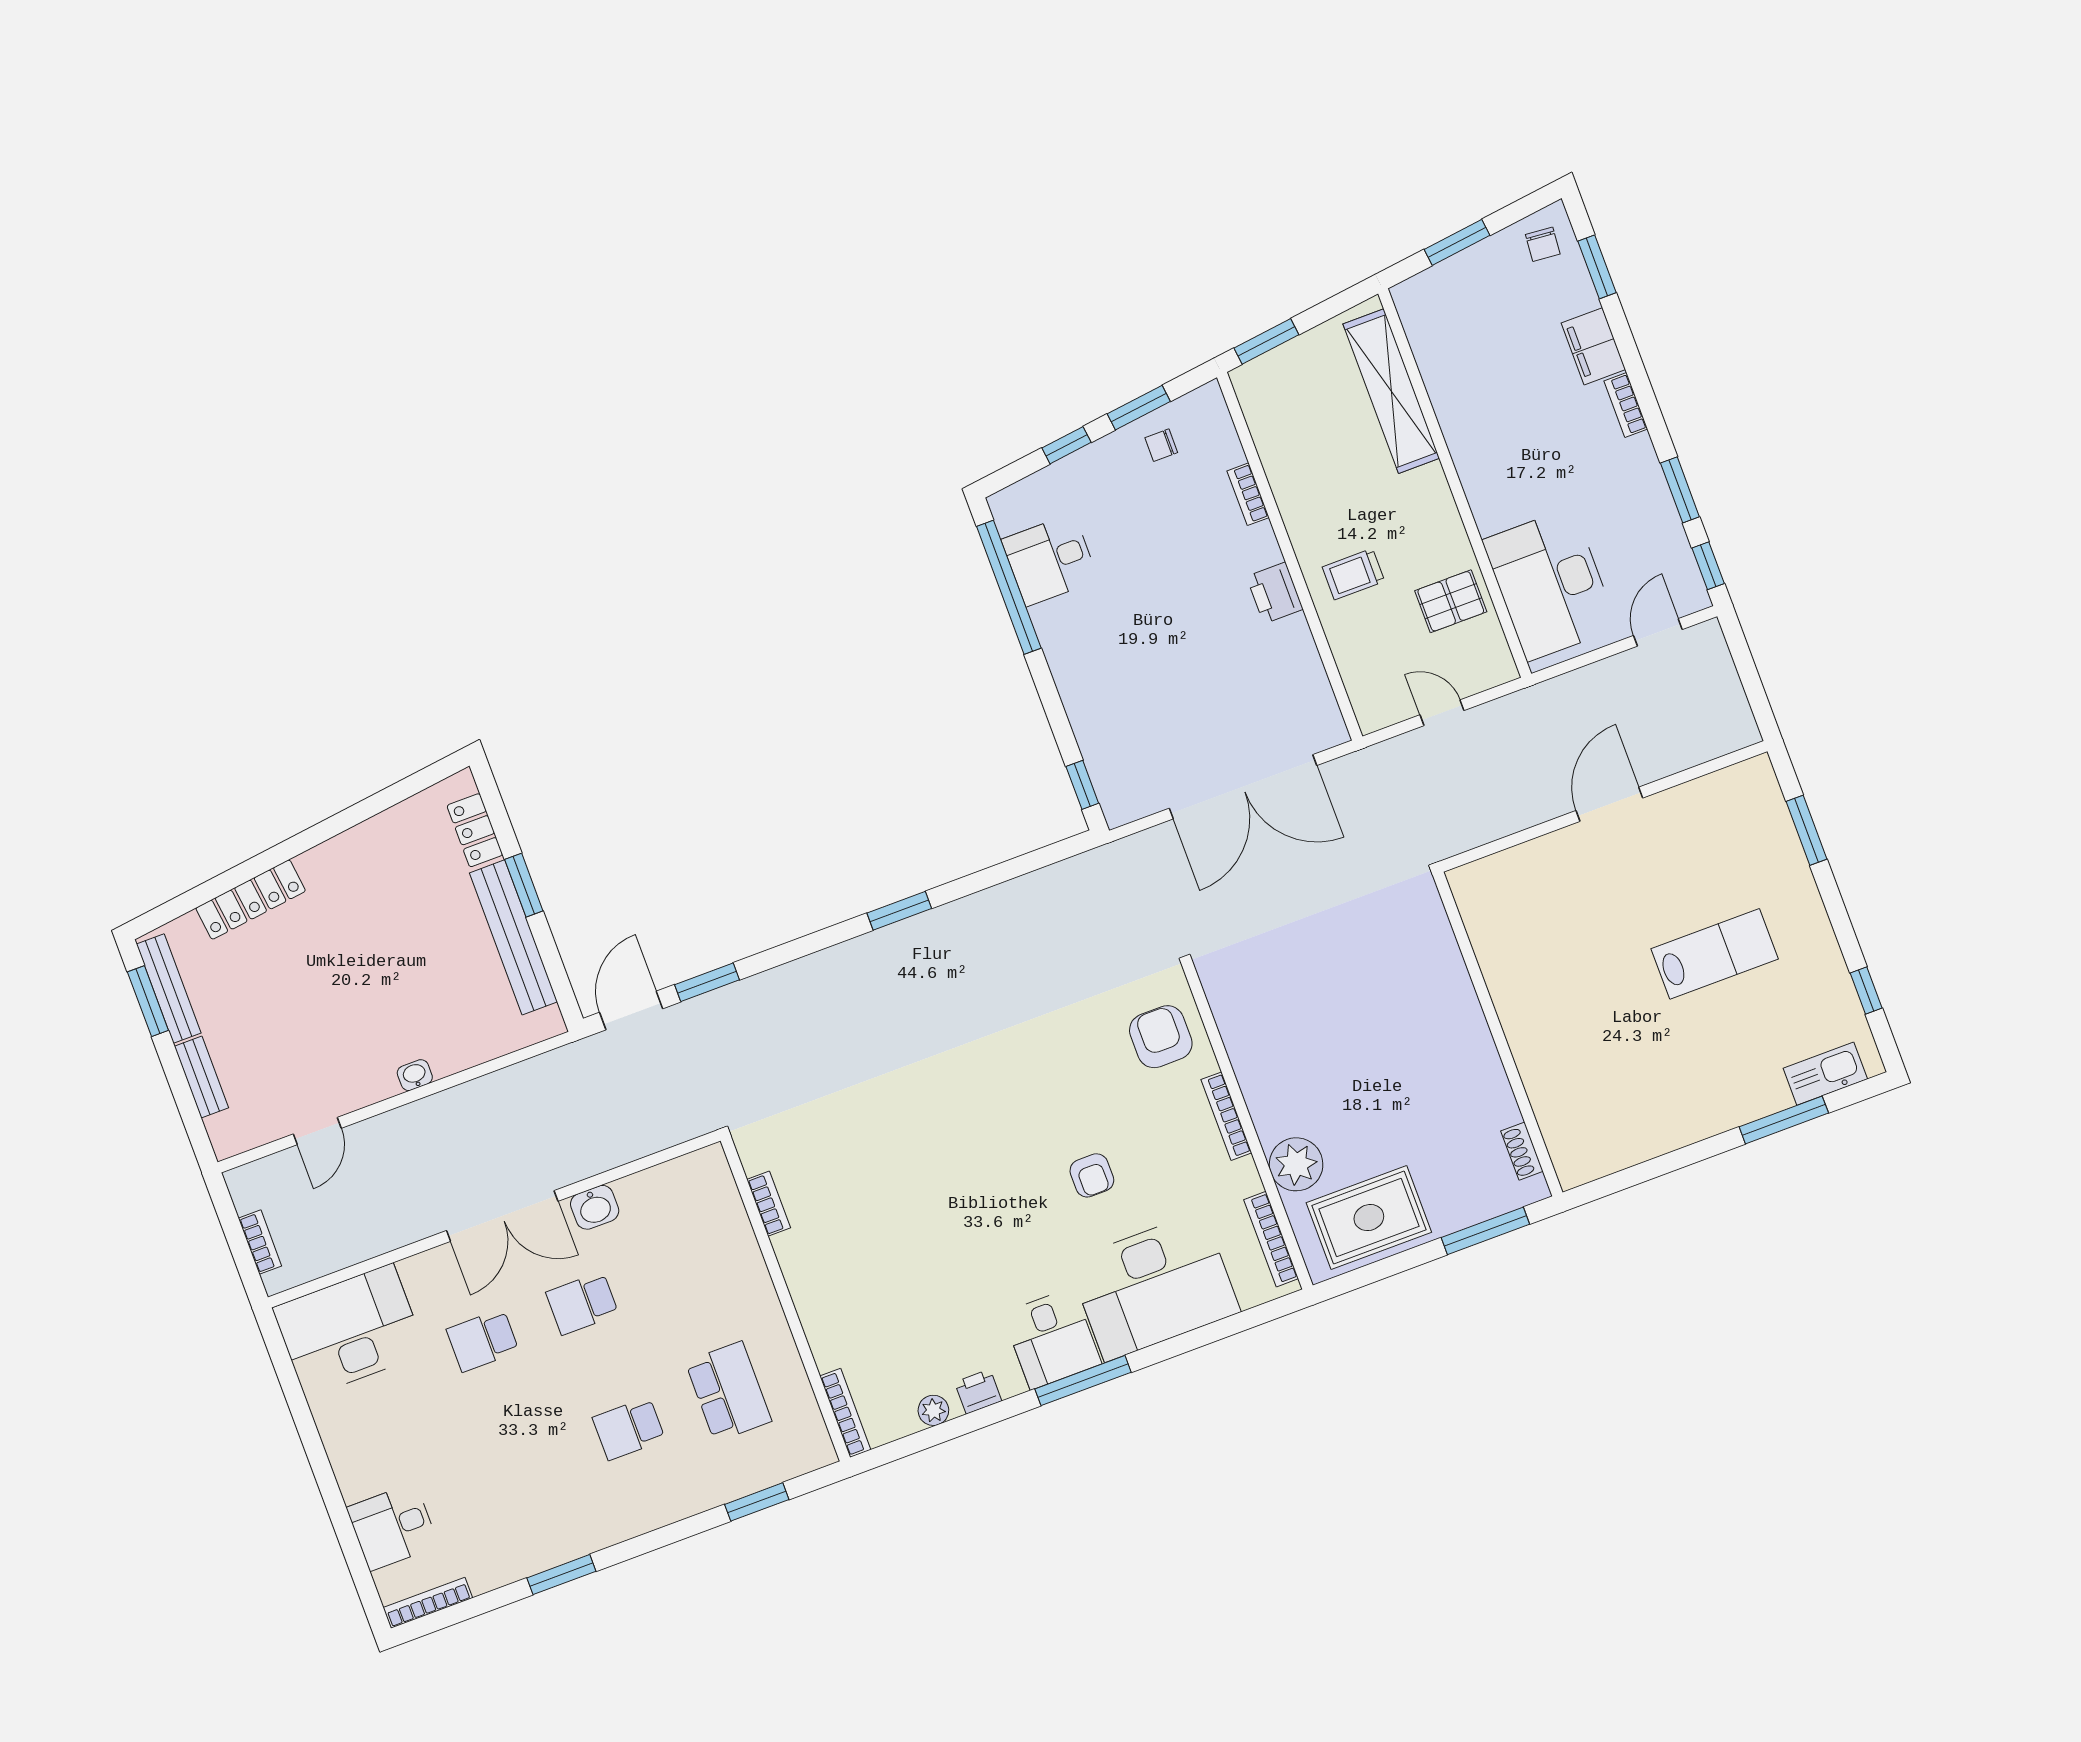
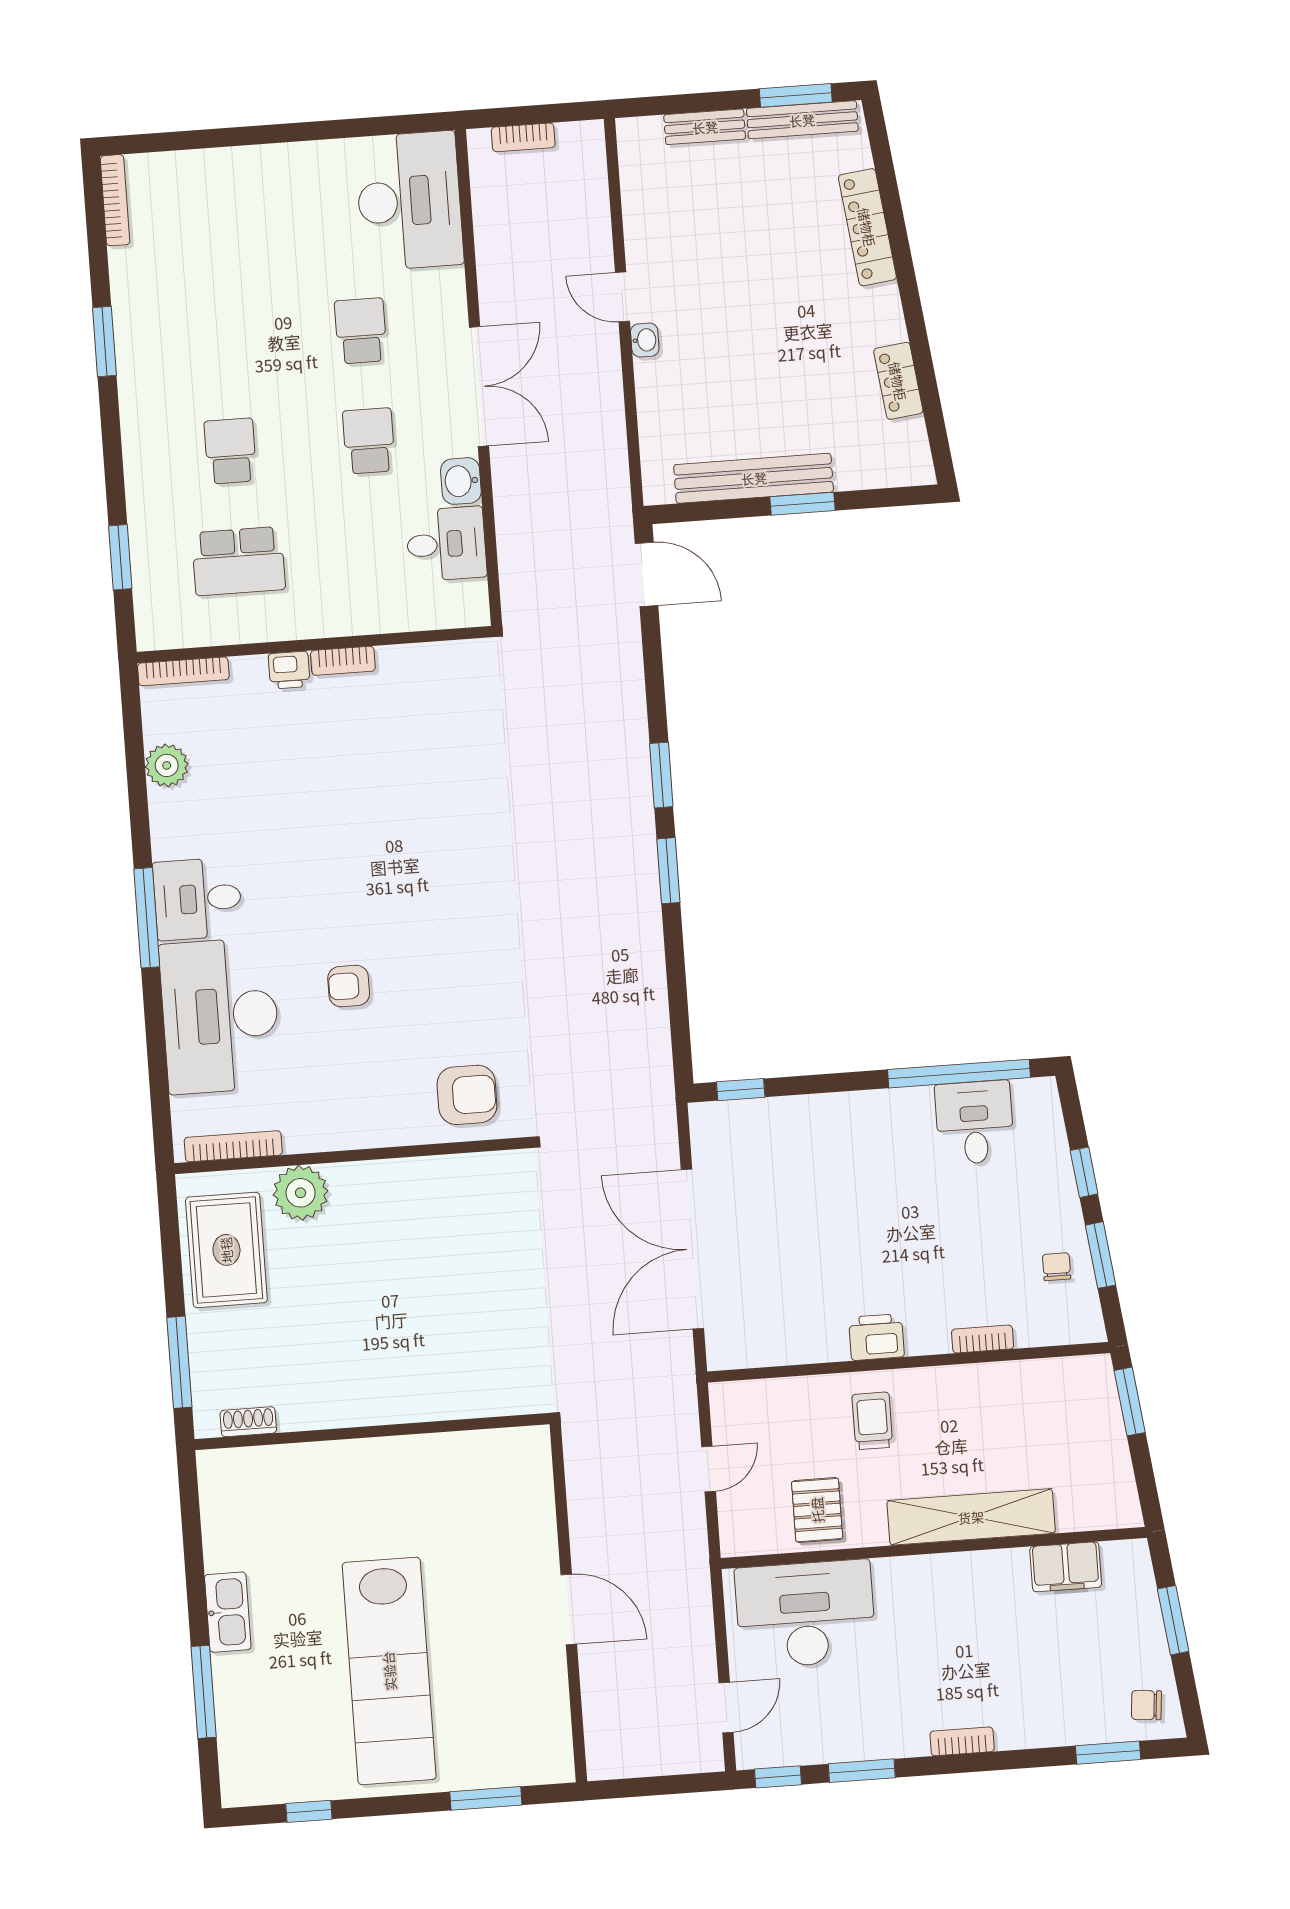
filing cabinet: (1593, 346) -> (1066, 1567), moved, turned 180
shelving: (1391, 391) -> (971, 1517), moved
door: (1658, 632) -> (726, 1708), hinge flipped
locker: (475, 830) -> (898, 381), moved, turned -97
lab bench: (1715, 954) -> (389, 1671), width x1.86, depth x1.39
window: (707, 982) -> (661, 775), moved
kitchen sink: (1825, 1074) -> (228, 1612), moved
bookcase: (1226, 1116) -> (369, 1137), removed
door: (317, 1131) -> (622, 297), moved
bookcase: (769, 1204) -> (343, 661), moved
double door: (502, 1216) -> (479, 386), swing flipped
printer: (978, 1392) -> (289, 670), moved, turned 90
plant: (933, 1410) -> (167, 765), width x1.38, depth x1.38
desk: (393, 1527) -> (446, 544), moved, turned 90

